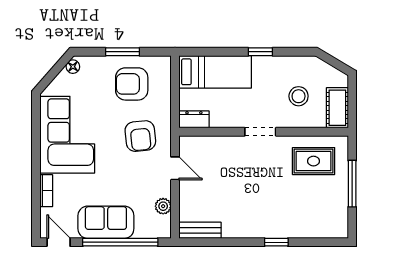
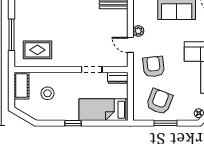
armchair: (132, 84) -> (159, 102), turned -69
doorway: (260, 132) -> (92, 70), moved
plant: (163, 206) -> (138, 31), moved

